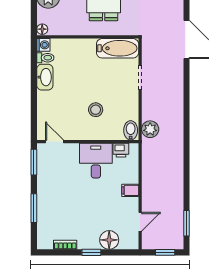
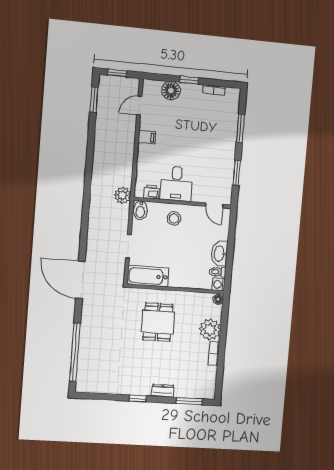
bidet: (131, 130) -> (140, 210), moved
door: (54, 142) -> (214, 205), moved
wall: (88, 142) -> (183, 203), moved
printer: (121, 150) -> (151, 192), moved
desk: (96, 161) -> (176, 184), moved

